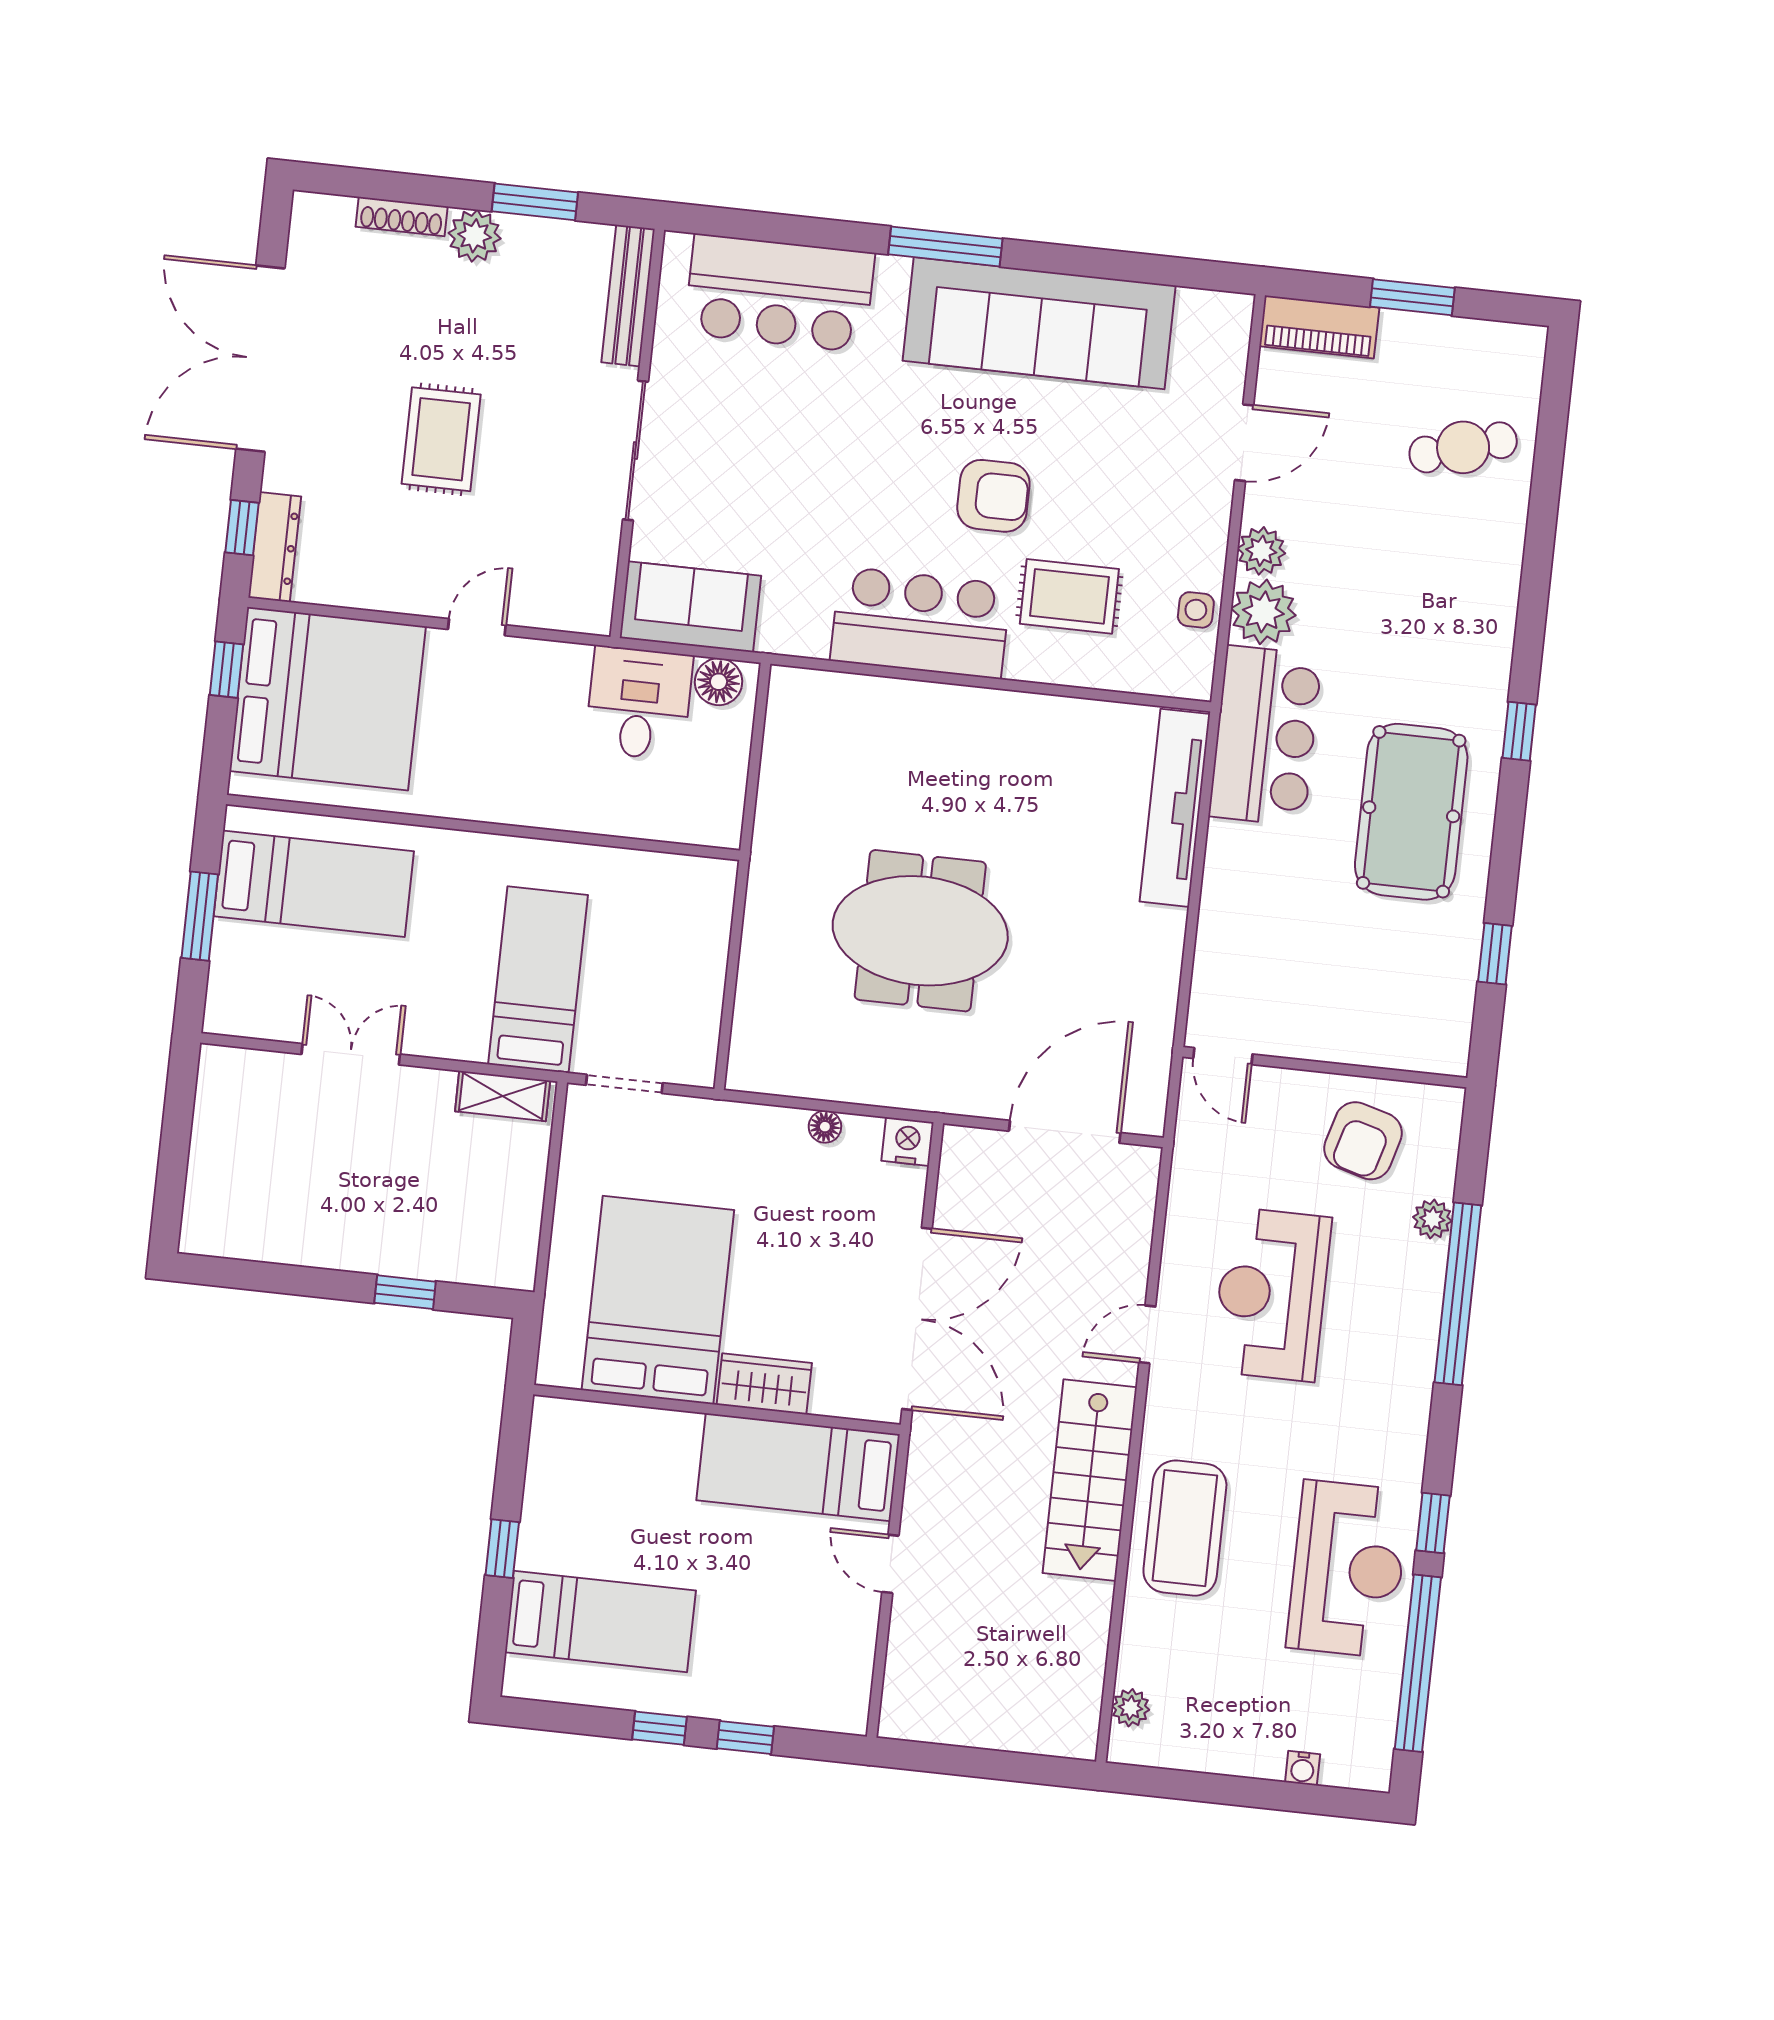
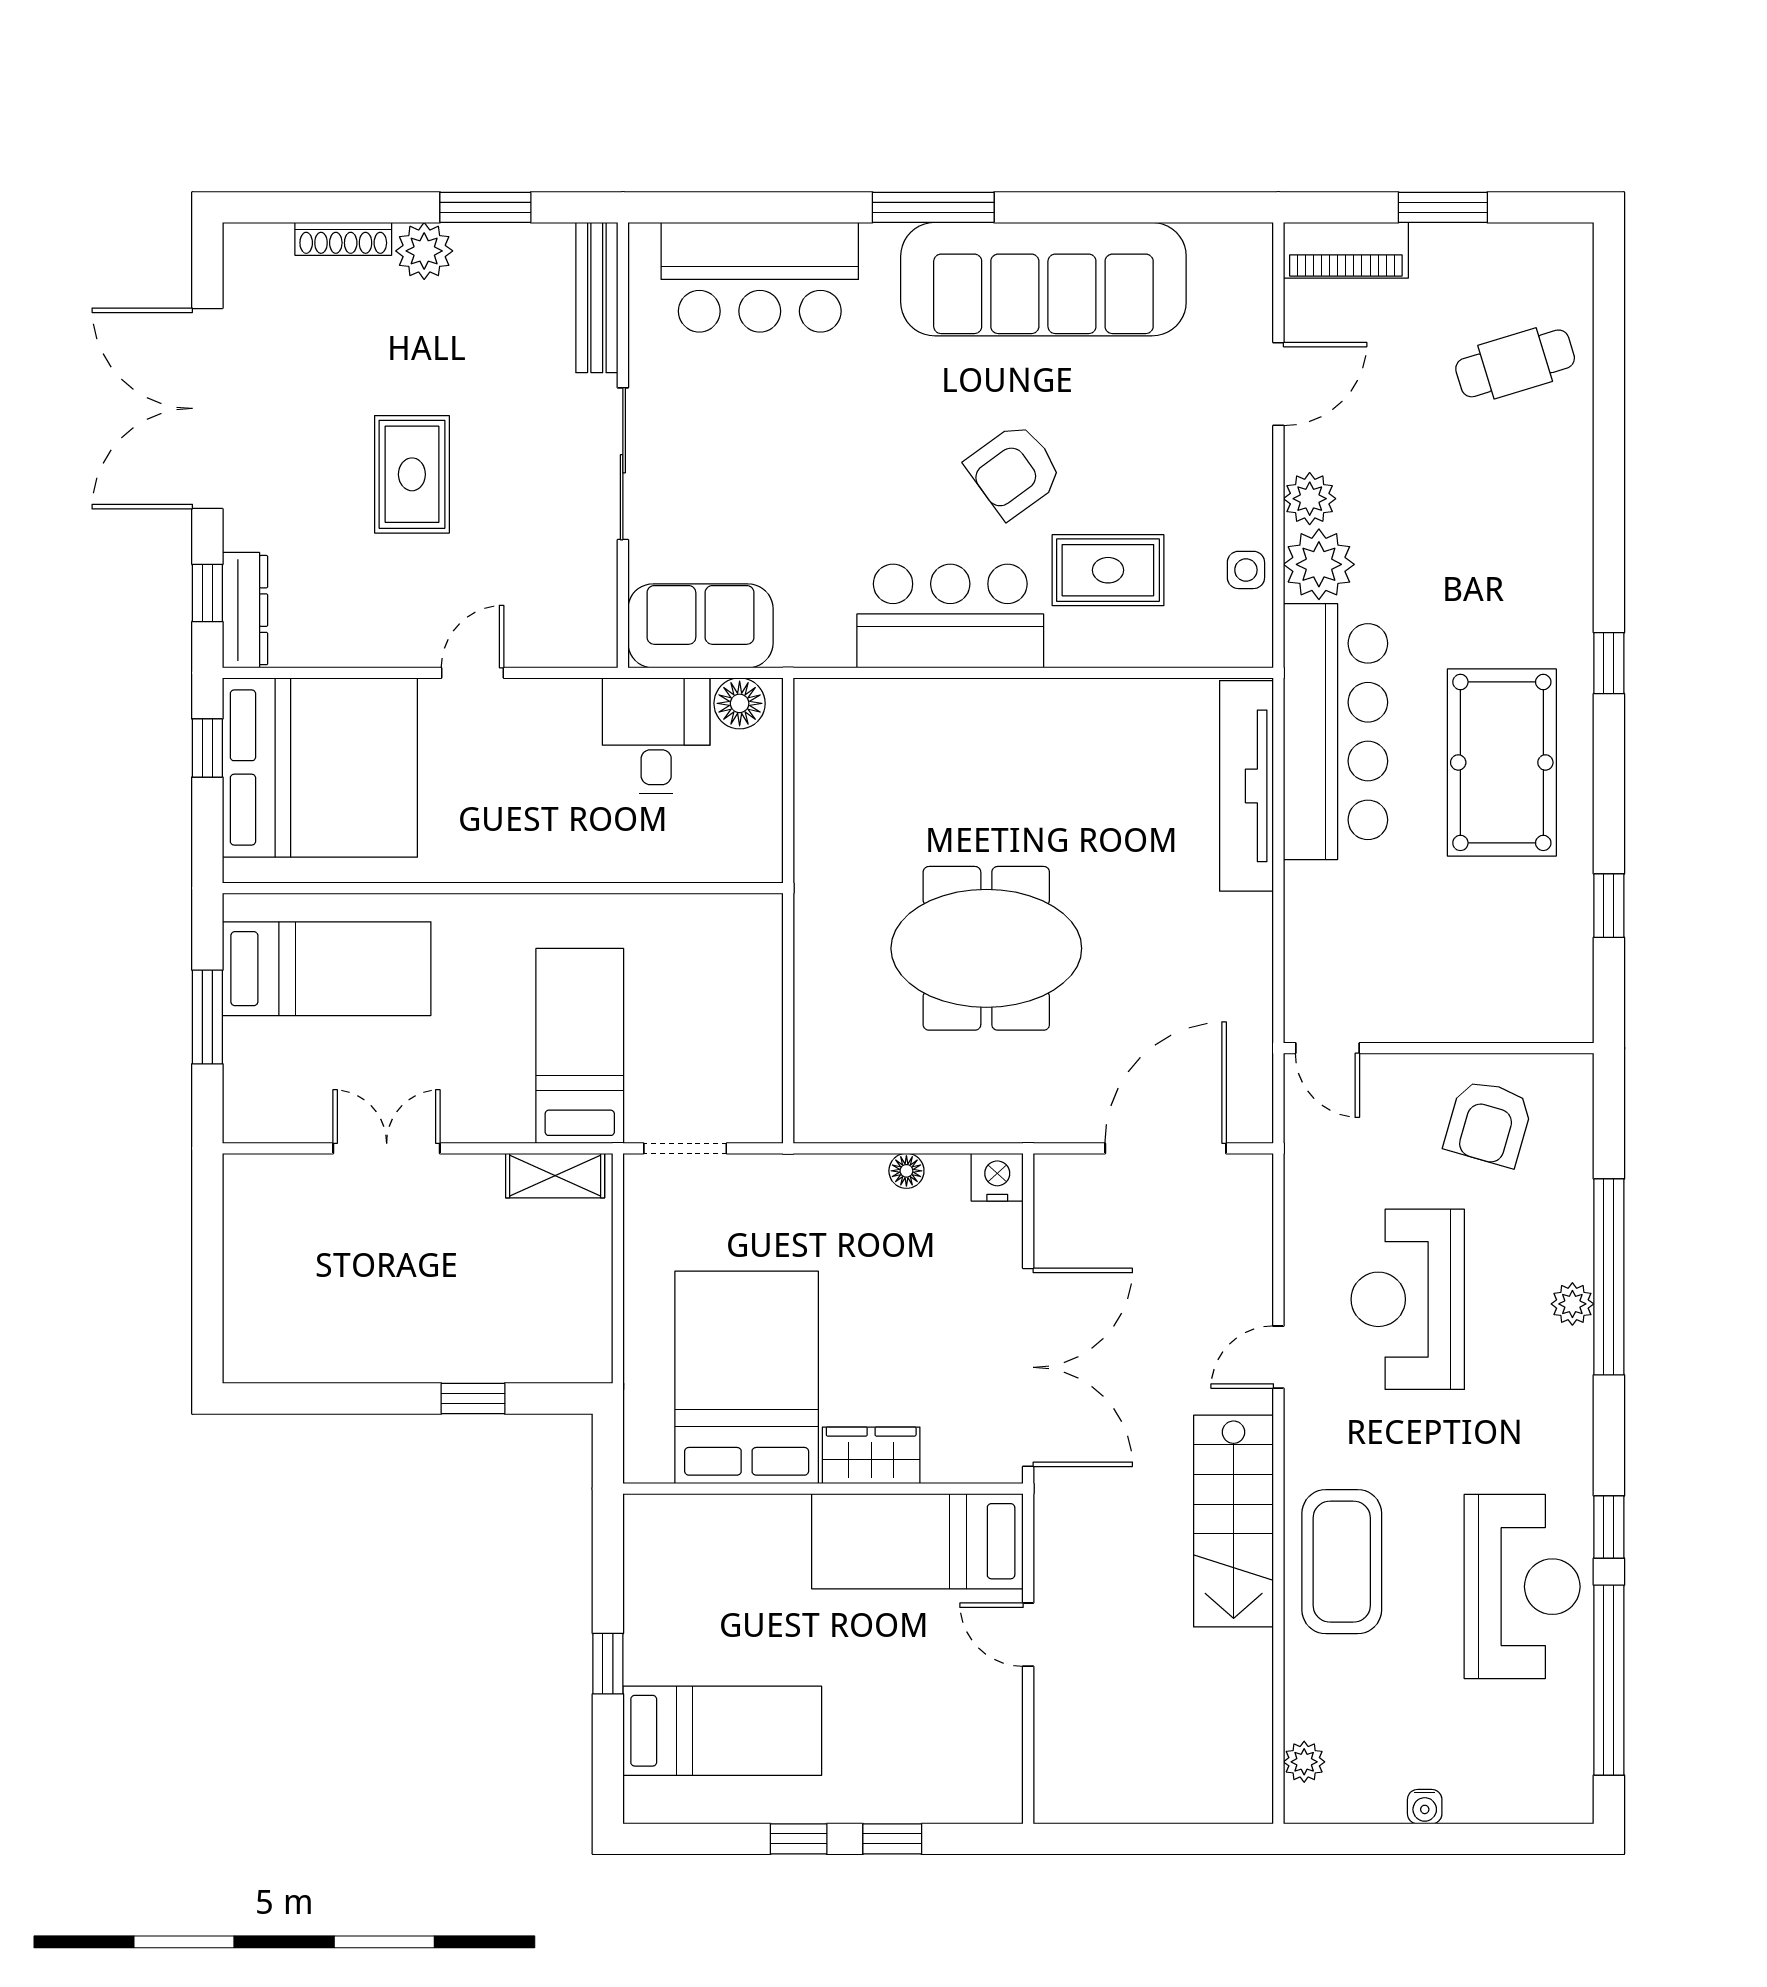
armchair: (993, 496) -> (1014, 471), turned 144
bar counter: (1265, 736) -> (1336, 732), width x1.36
plant: (1432, 1219) -> (1572, 1304), moved
water cooler: (1303, 1768) -> (1425, 1807), moved

